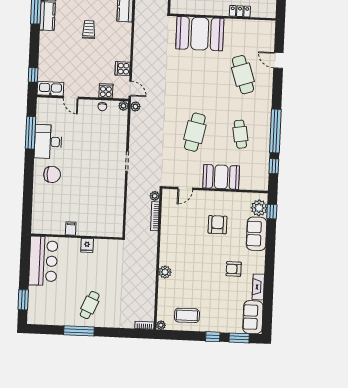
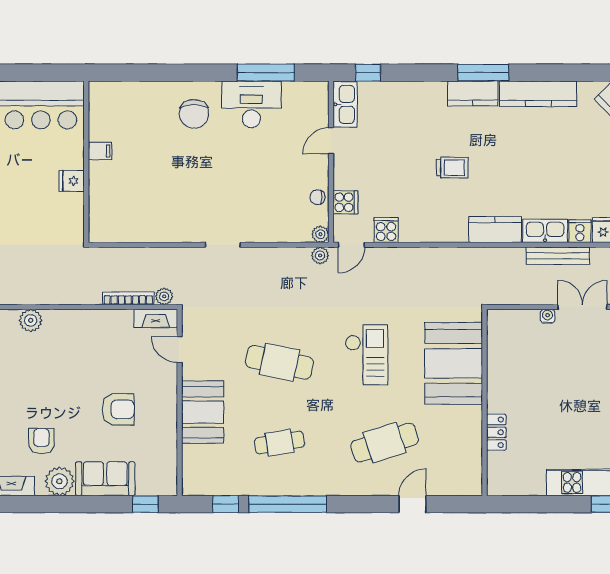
checkout: (193, 83) -> (366, 355), added
fireplace: (167, 201) -> (156, 318), added
plant: (259, 208) -> (59, 481), moved

